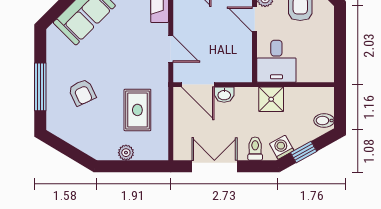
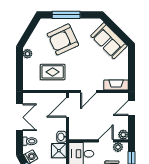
armchair: (82, 92) -> (63, 39), width x1.88, depth x1.88
washbasin: (224, 95) -> (62, 137), moved
plant: (126, 153) -> (27, 54), moved

